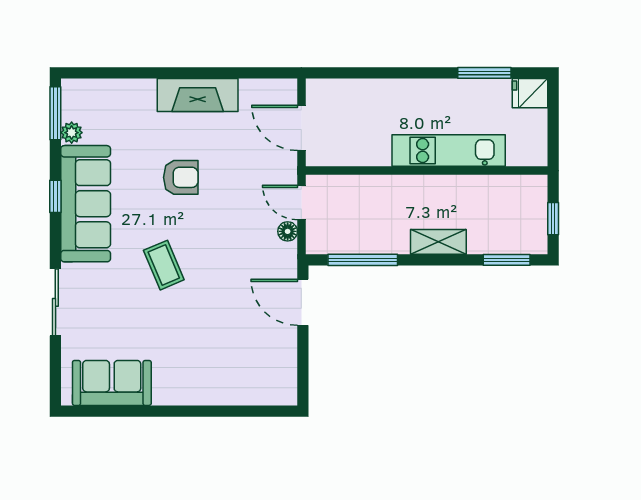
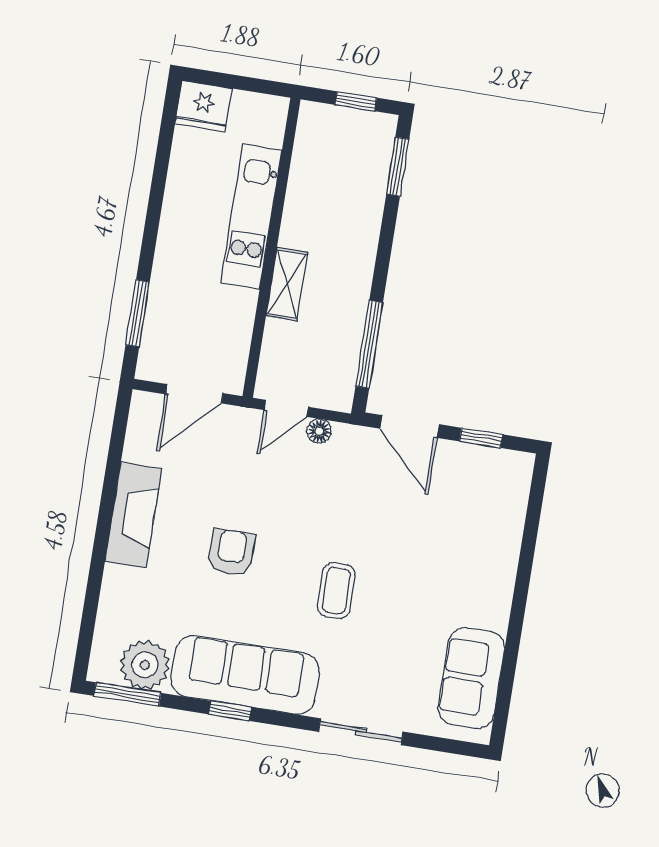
window: (484, 73) -> (138, 313), moved
fridge: (530, 93) -> (204, 106), width x1.38
plant: (72, 133) -> (145, 665), width x1.88, depth x1.88
shelving: (438, 242) -> (287, 284), moved
coffee table: (164, 265) -> (336, 591), turned -67
door: (303, 302) -> (410, 426), hinge flipped
window: (303, 360) -> (481, 438), added

